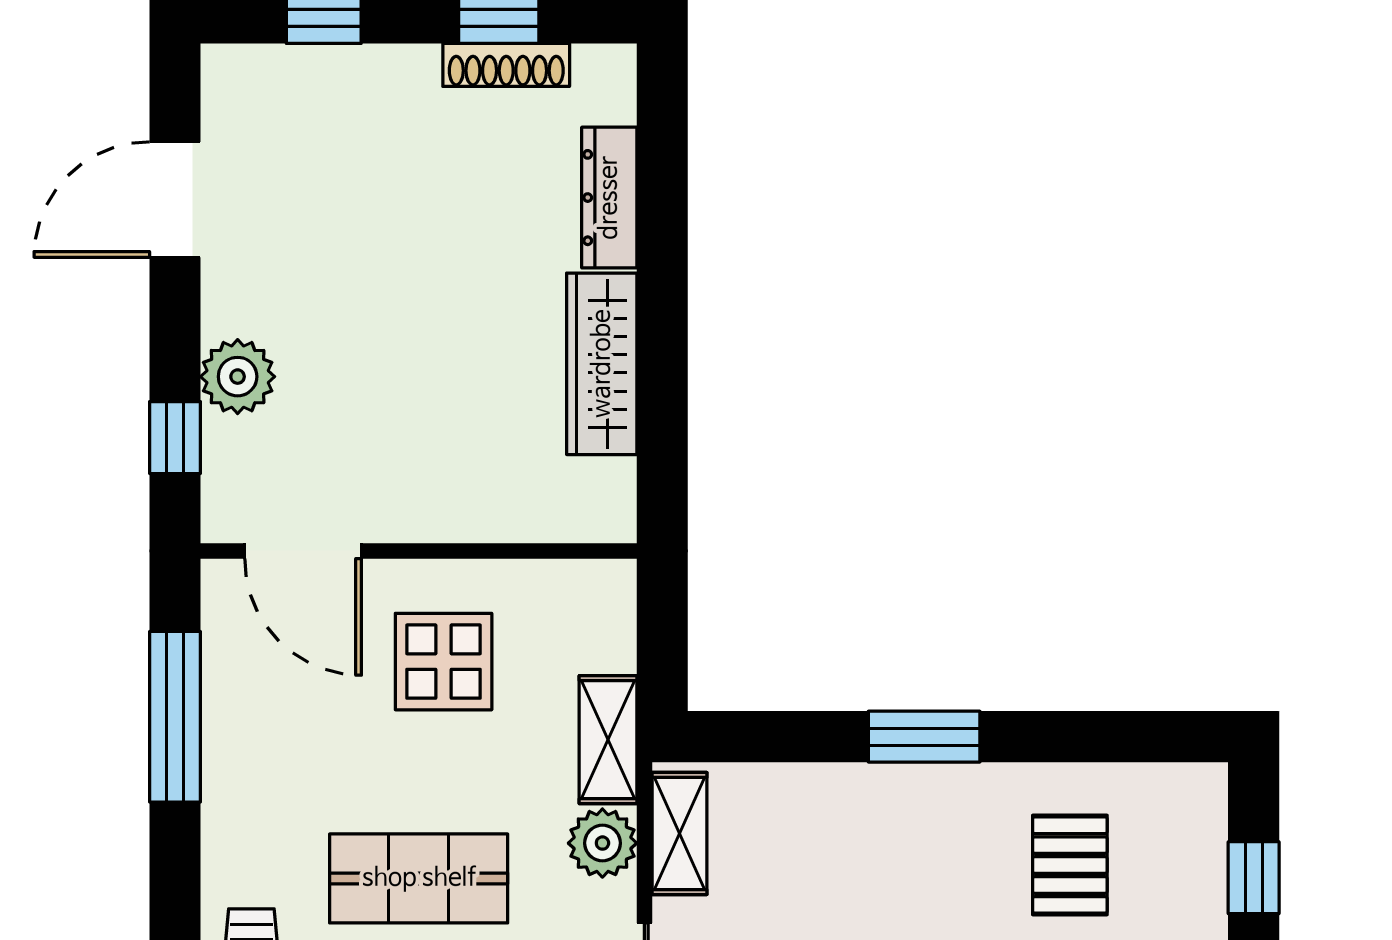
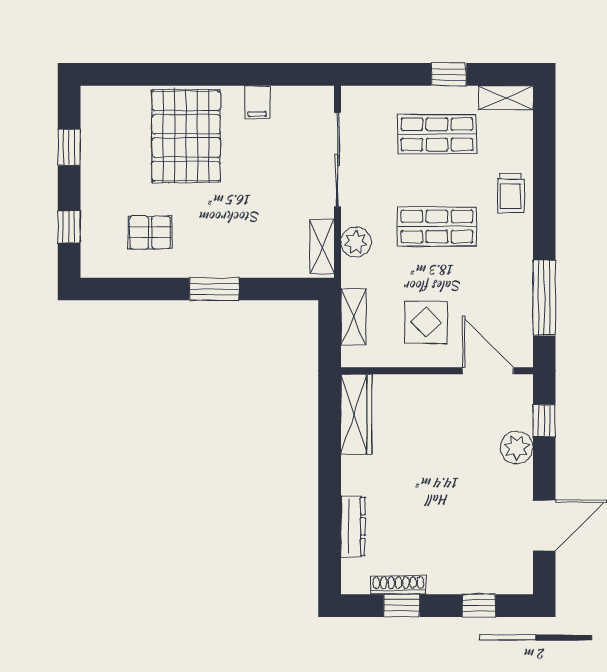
wardrobe: (602, 364) -> (356, 414), moved
shelving: (608, 740) -> (354, 317), moved
pallet: (1070, 865) -> (150, 232), turned 90

